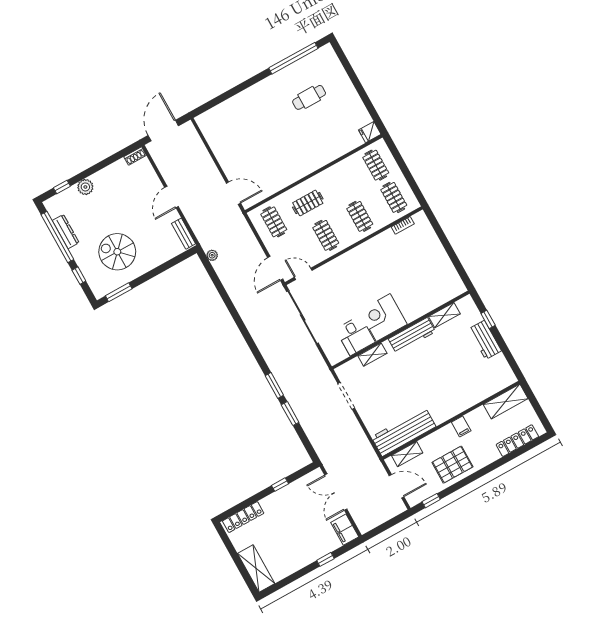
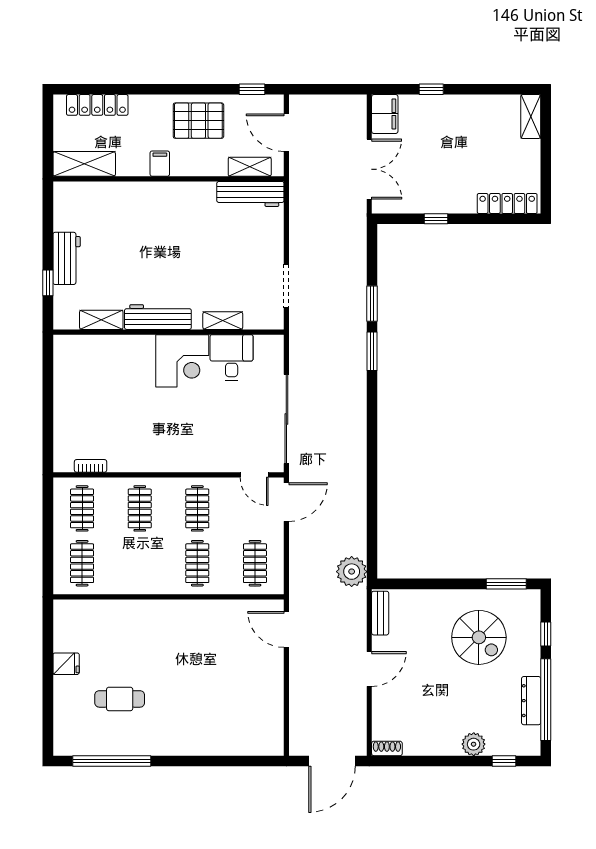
fridge: (370, 132) -> (66, 664), moved
clothes rail: (308, 203) -> (197, 563), turned 90
plant: (212, 255) -> (352, 572), width x1.88, depth x1.88
workbench: (404, 432) -> (250, 194), width x0.73, depth x0.76
shelving: (256, 568) -> (531, 116), width x0.67, depth x0.75

